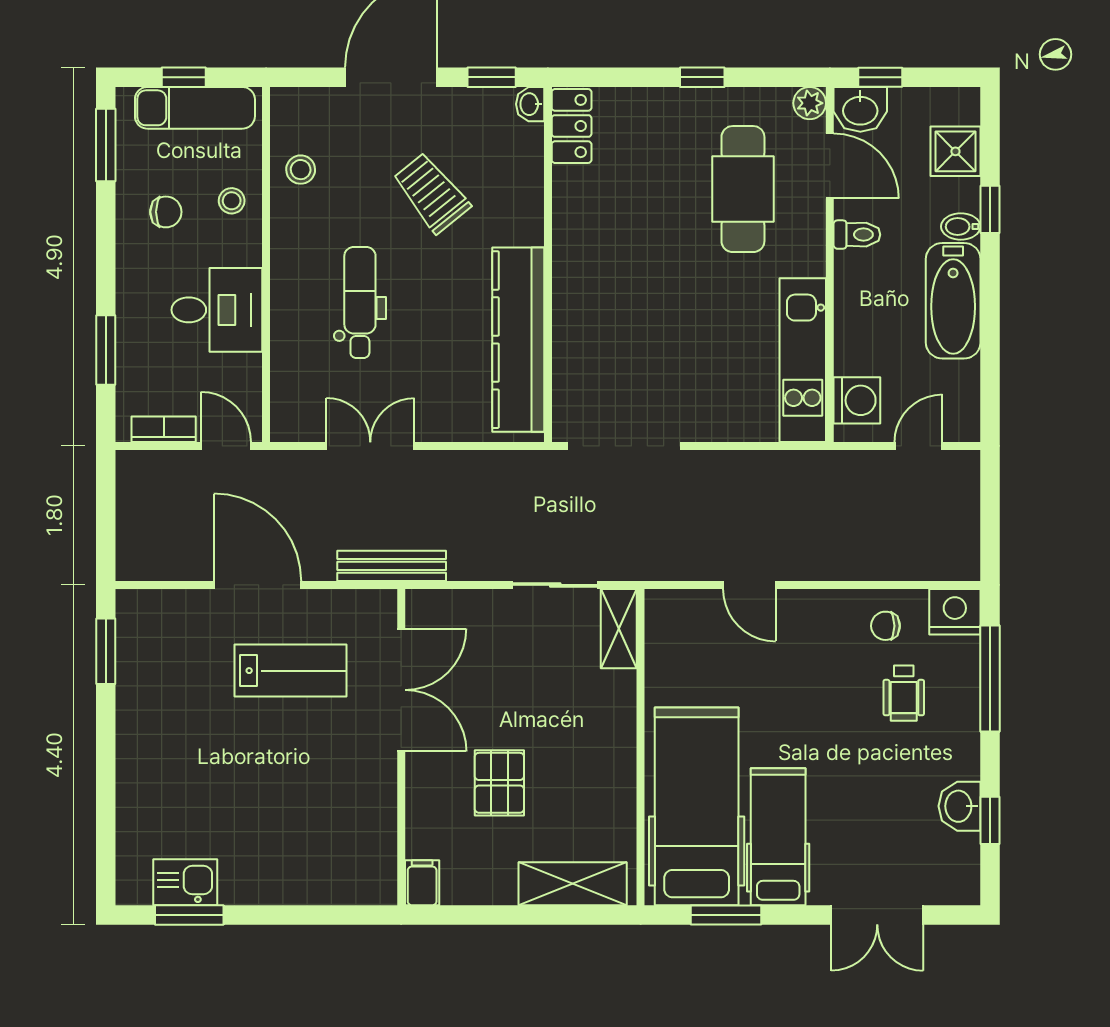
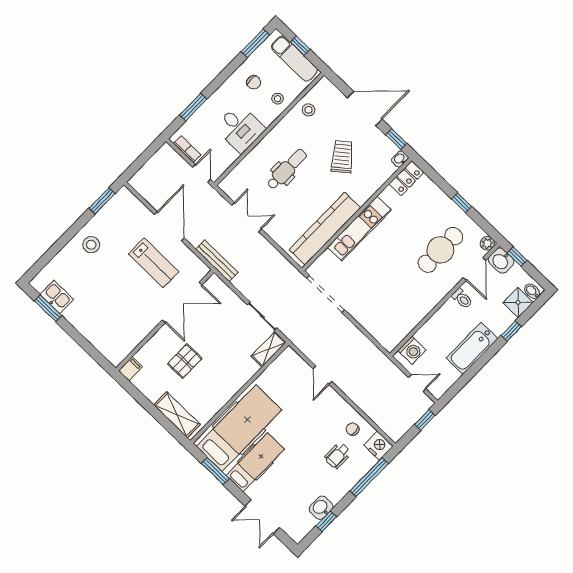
bidet: (961, 227) -> (532, 291), moved
kitchen unit: (803, 360) -> (359, 229), moved, turned 180
window: (990, 495) -> (425, 420), added
stool: (158, 741) -> (91, 245), added

